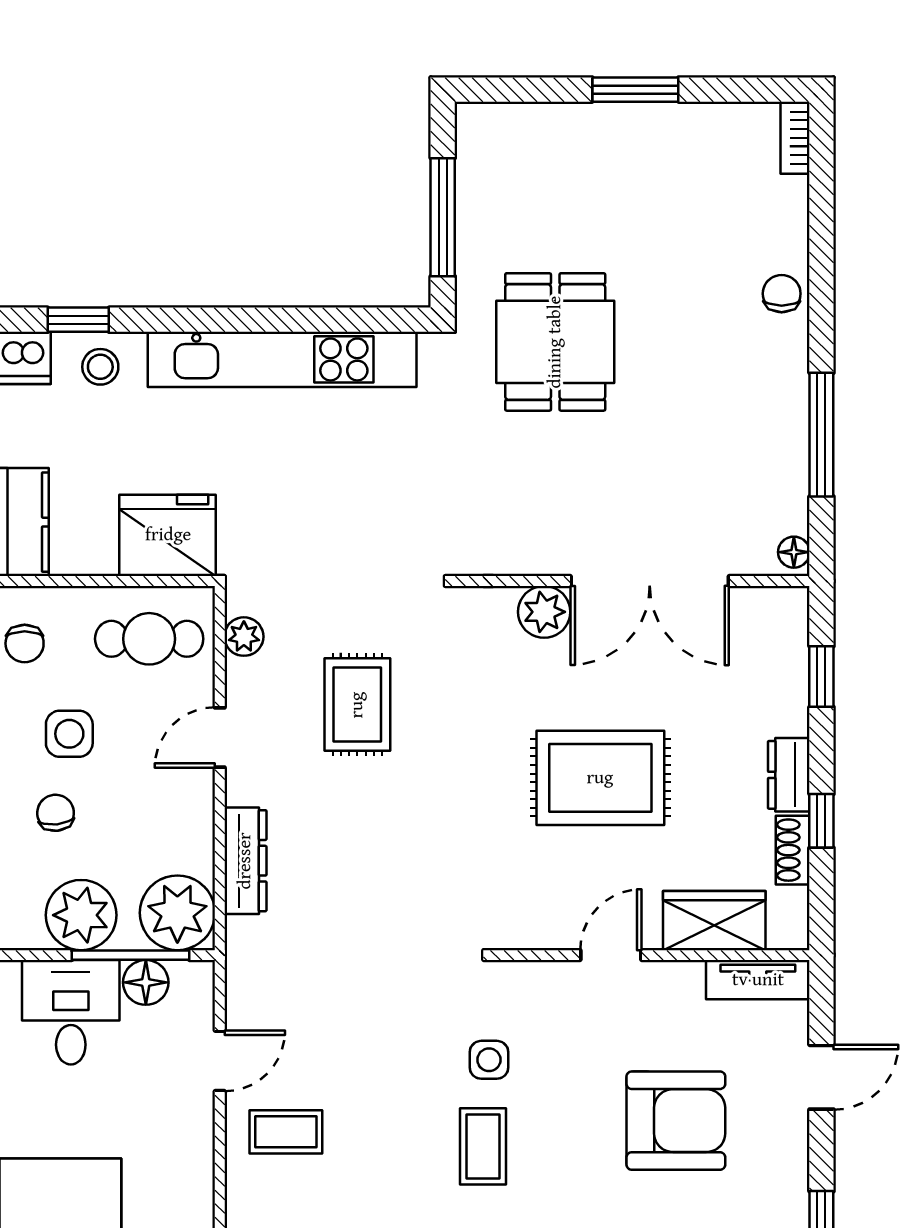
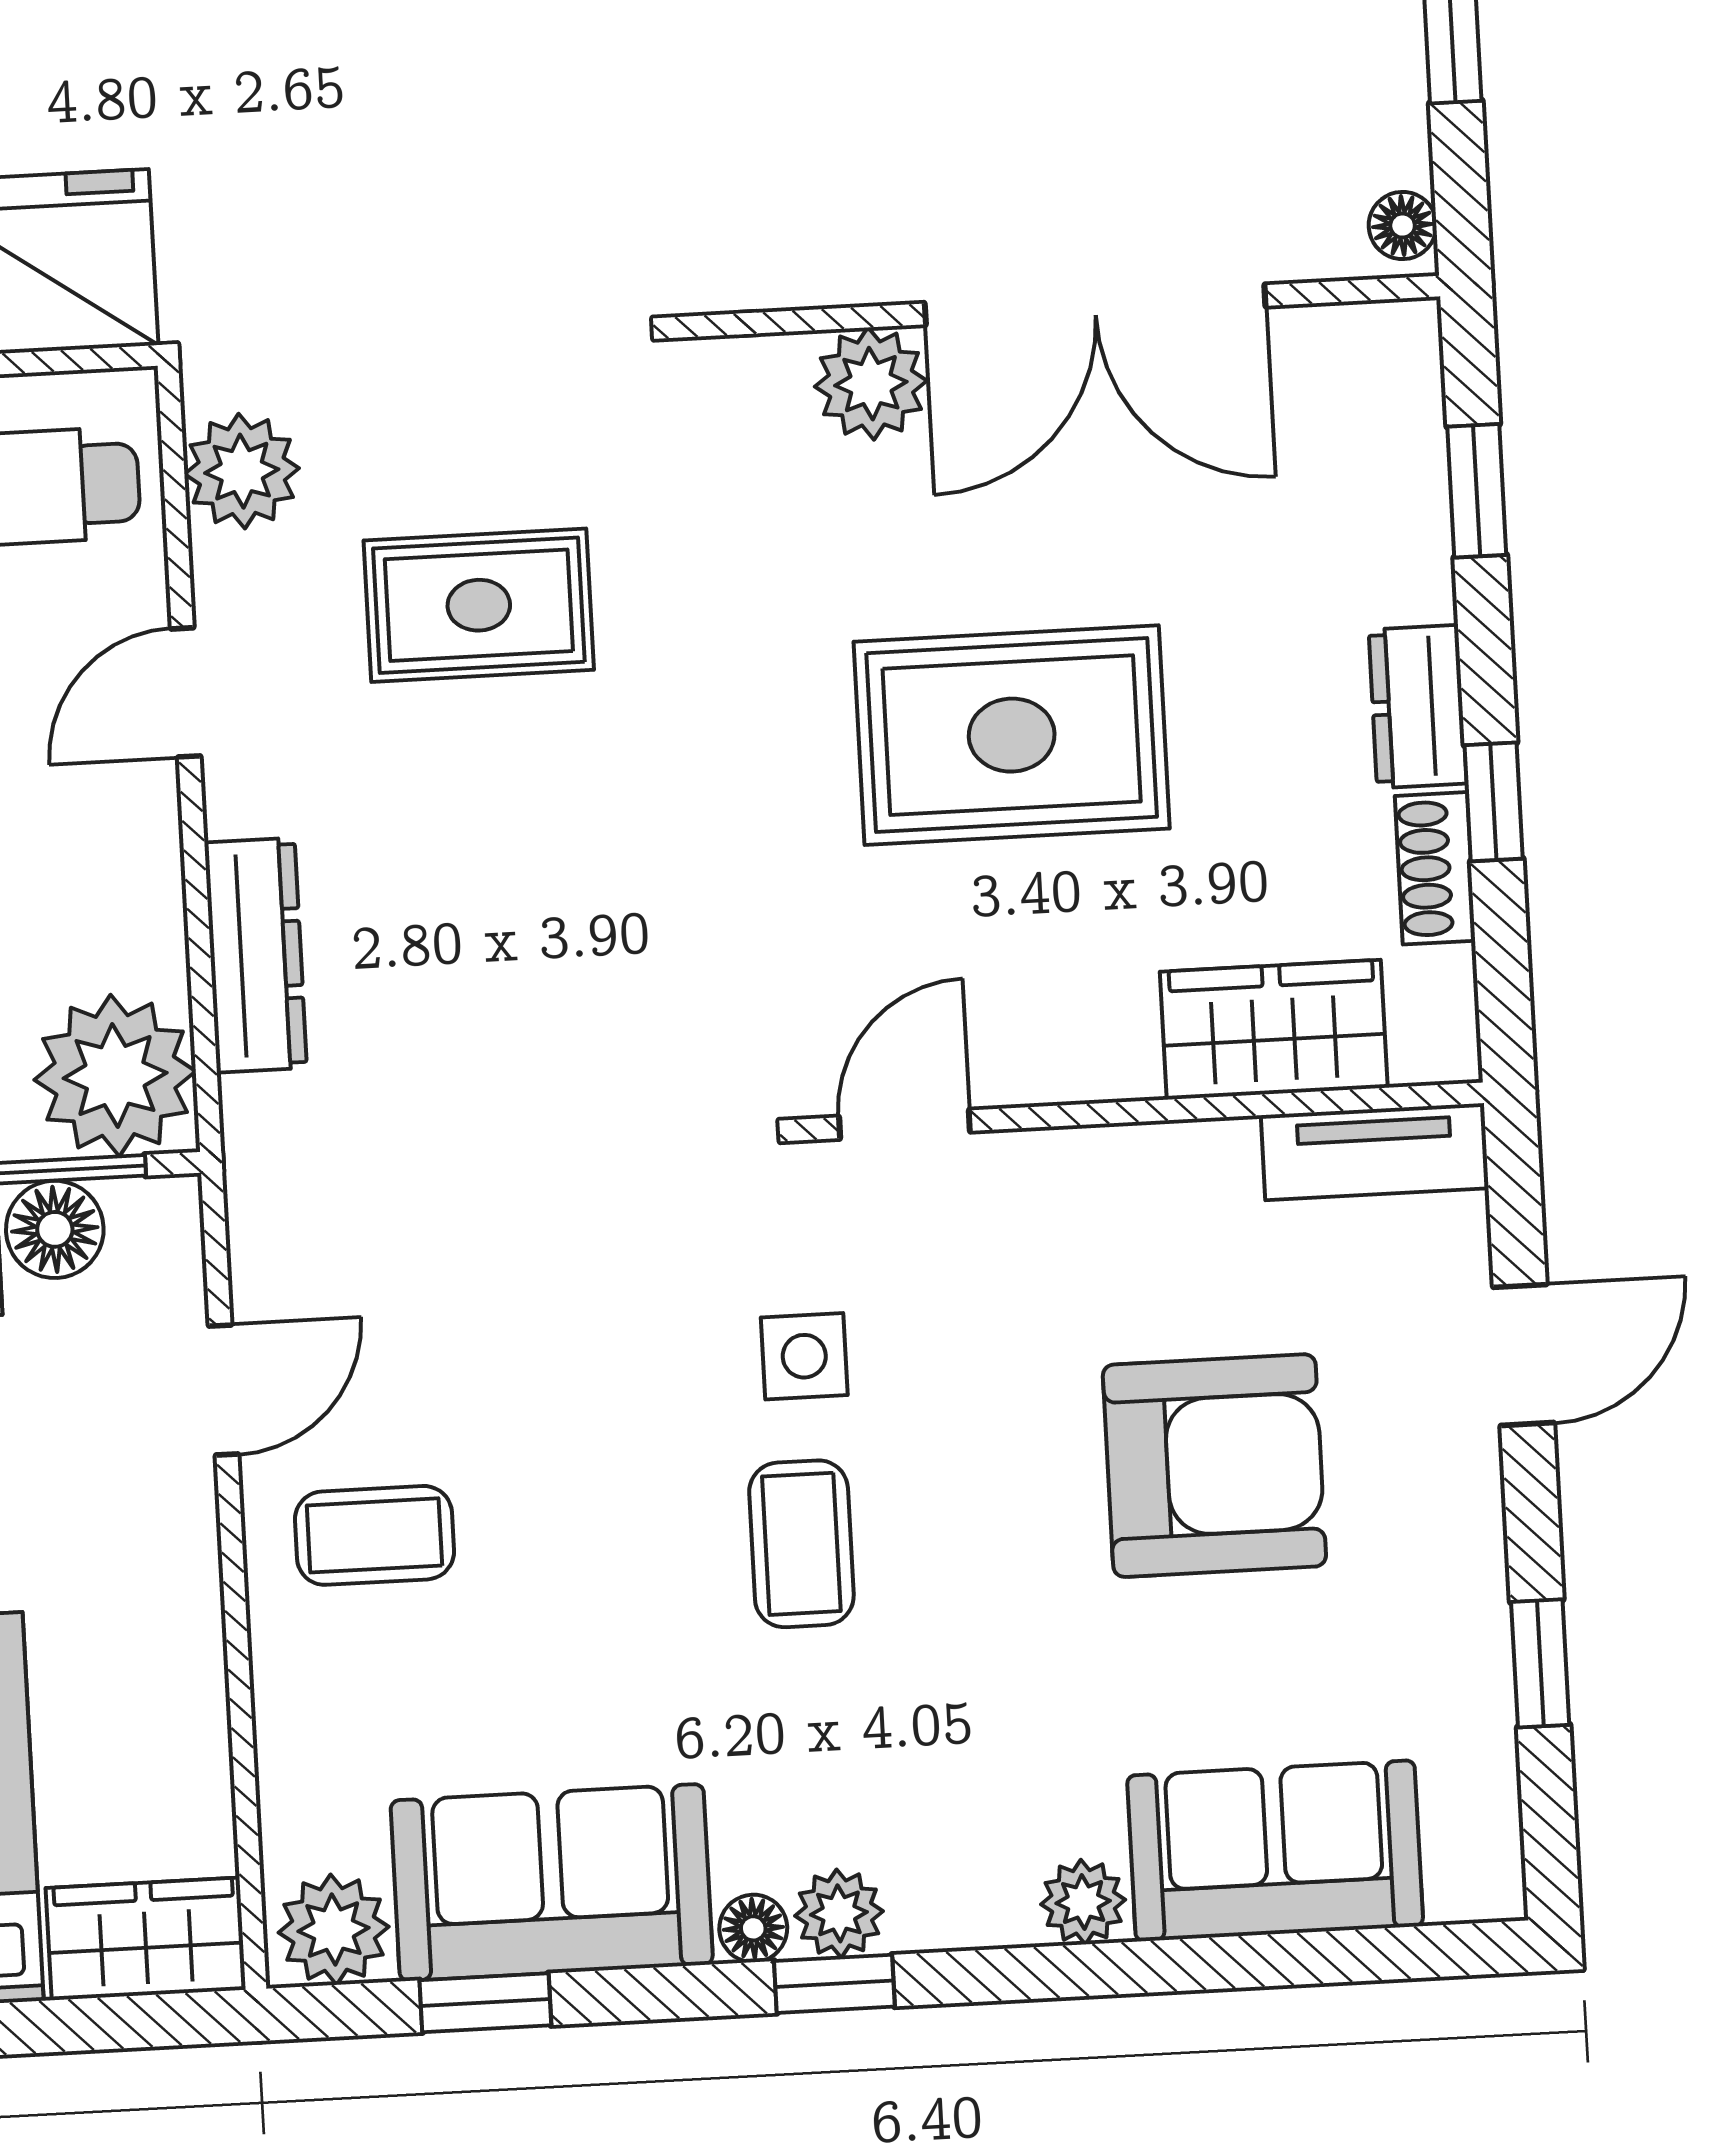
plant: (244, 637) -> (242, 471), width x1.38, depth x1.38
rug: (357, 705) -> (479, 605), turned 90
door: (611, 955) -> (904, 1124), moved

